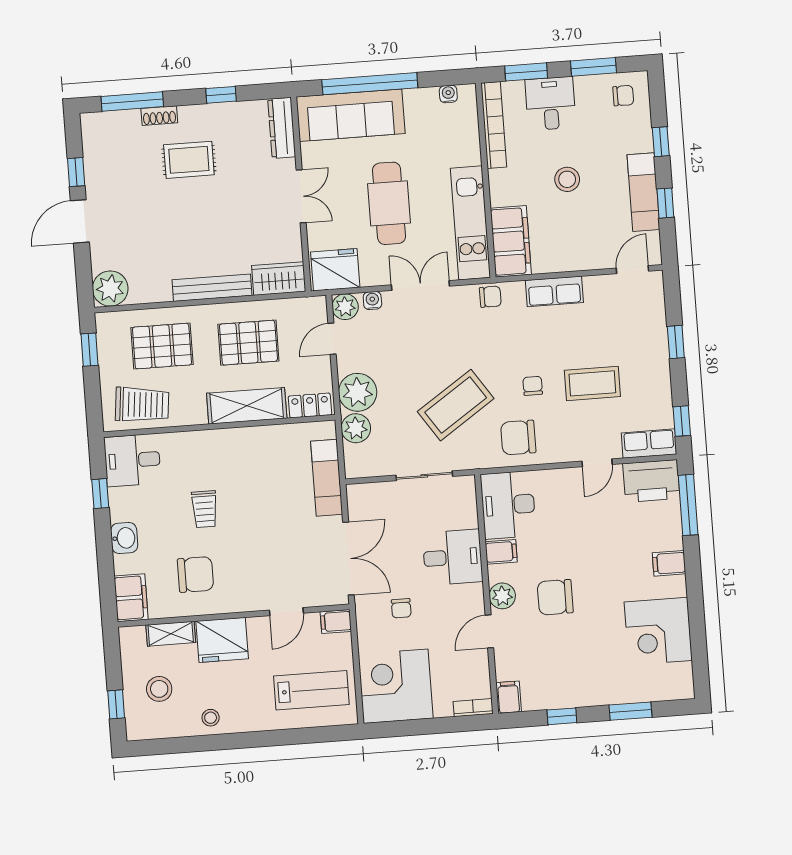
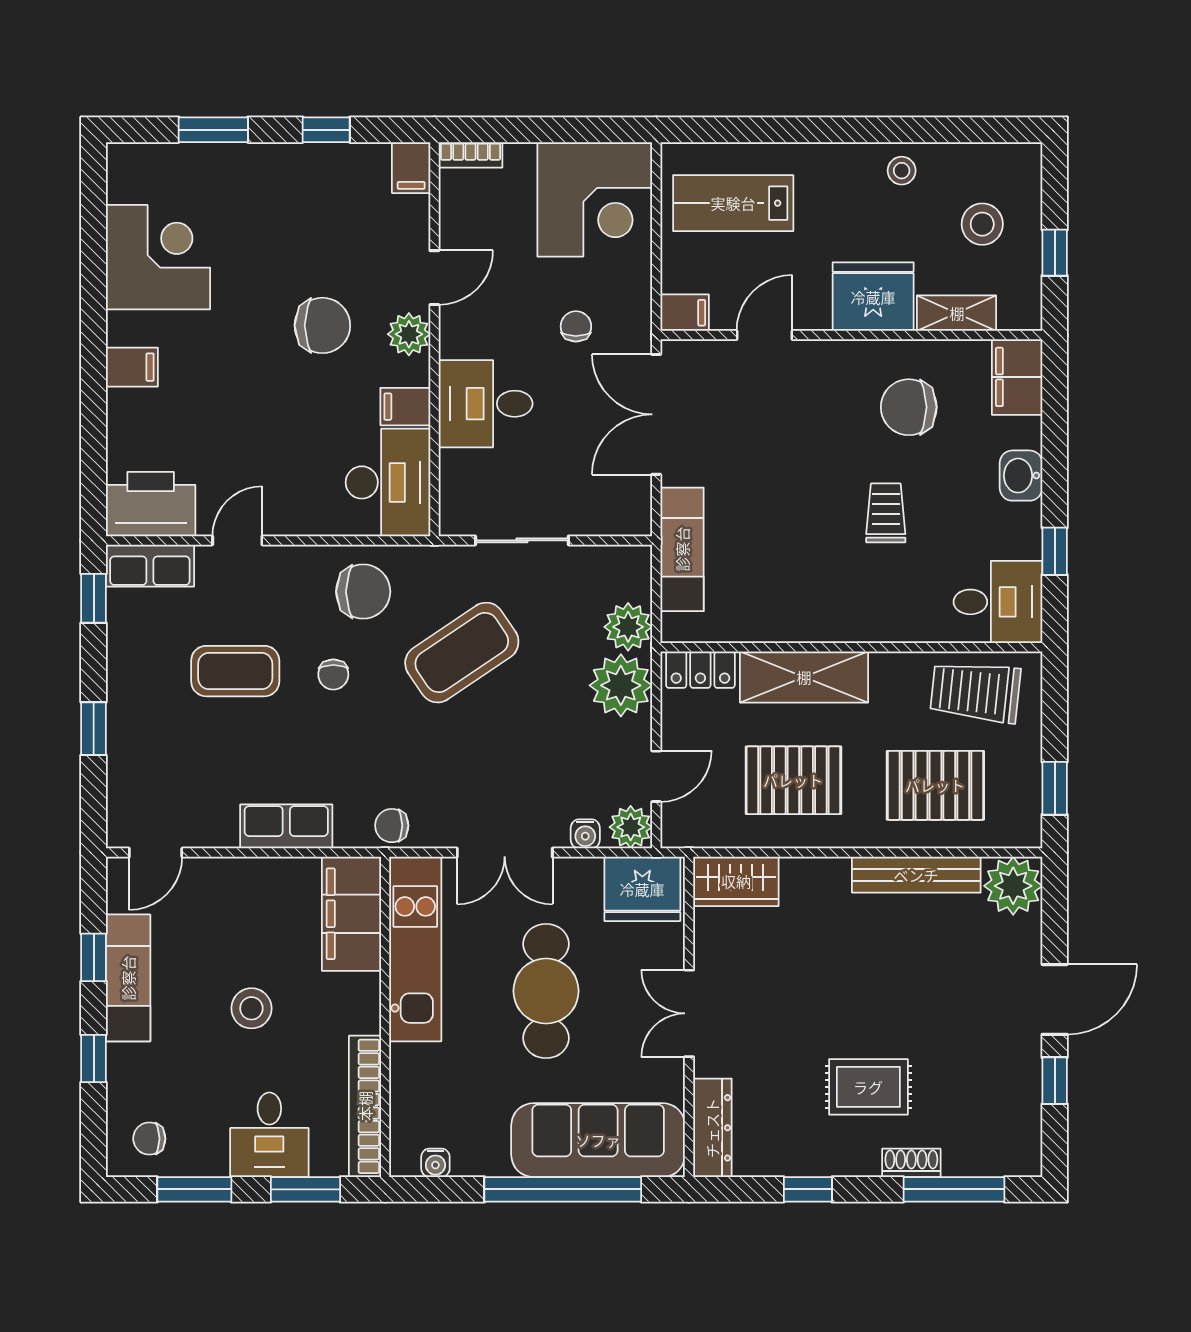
bench: (212, 288) -> (916, 875), moved
window: (688, 505) -> (94, 460), removed
window: (116, 704) -> (1055, 253), moved

